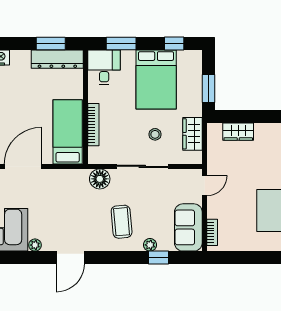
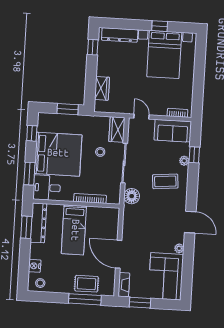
bed: (156, 79) -> (58, 154), width x1.36
bed: (68, 132) -> (74, 230), moved, turned -90
wardrobe: (193, 134) -> (117, 130), moved, turned 90

